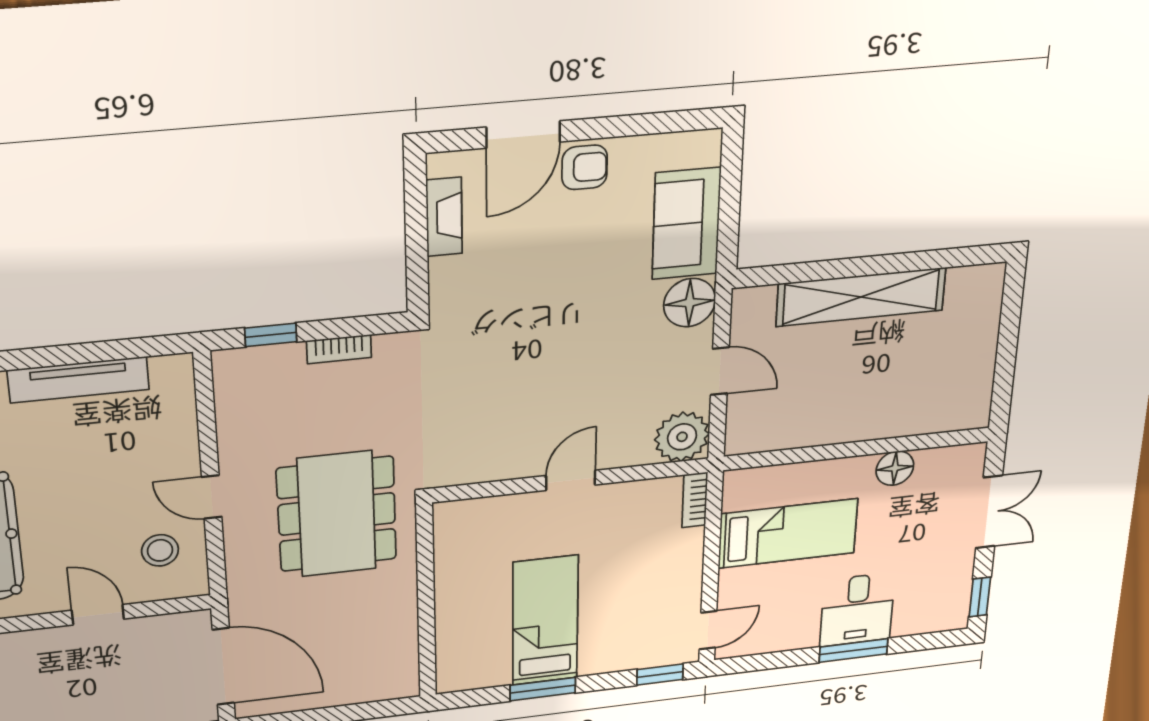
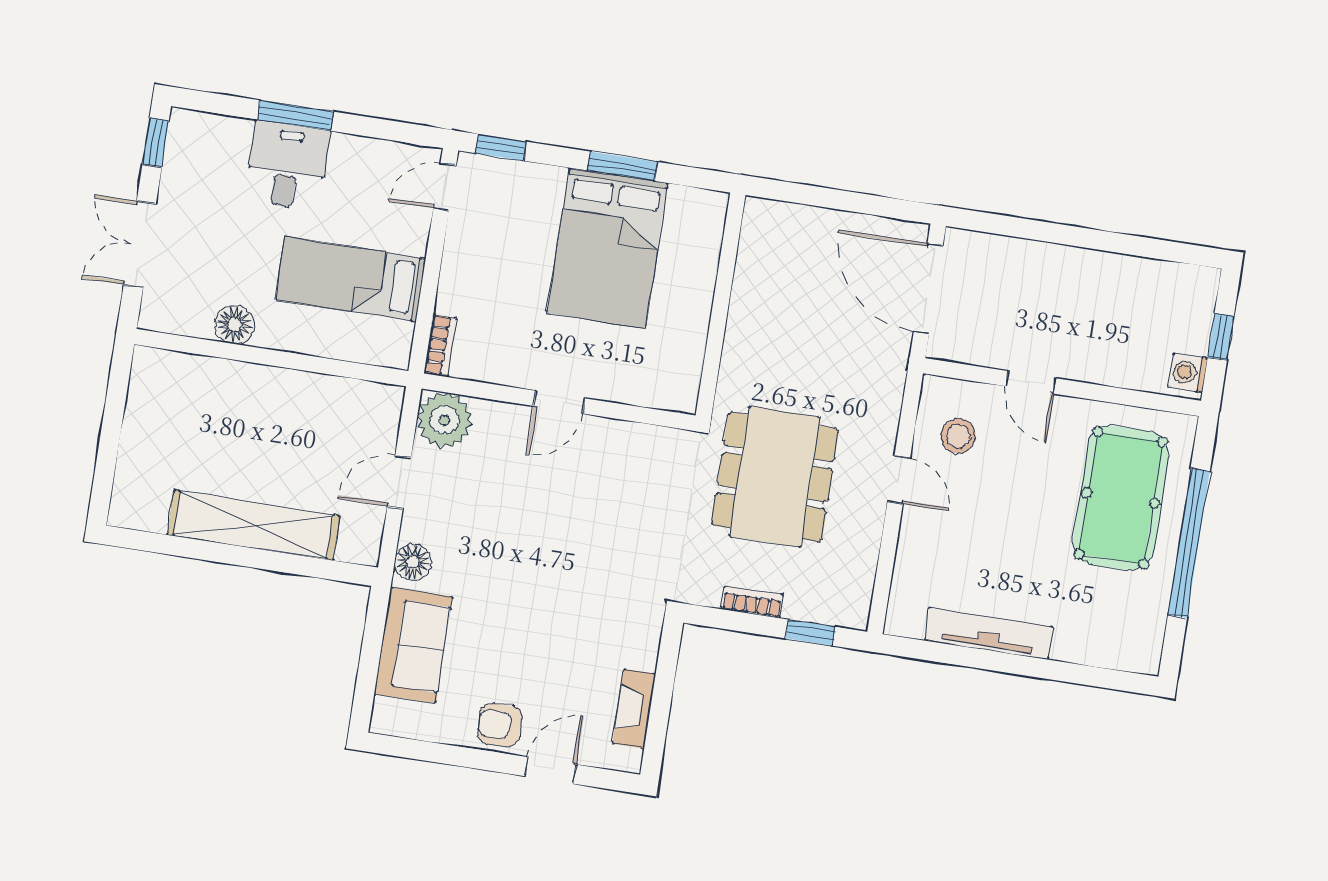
door: (523, 135) -> (551, 770), width x0.73
floor lamp: (690, 303) -> (413, 562), width x0.73, depth x0.73
door: (720, 371) -> (399, 482), hinge flipped
dining table: (337, 514) -> (775, 477), moved
bed: (545, 621) -> (608, 248), width x1.50

